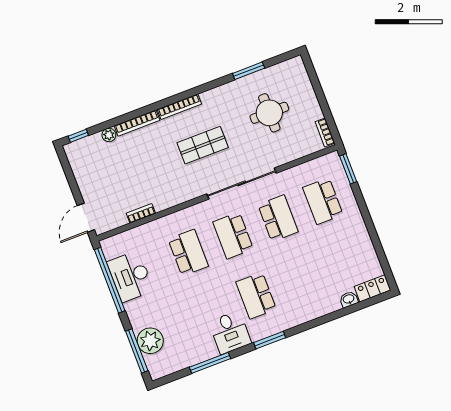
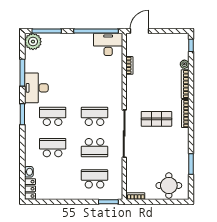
round table: (269, 113) -> (169, 186), moved
shop shelf: (203, 145) -> (156, 119), turned 90
door: (86, 218) -> (139, 31), hinge flipped
school desk: (188, 253) -> (53, 148), moved, turned 180
desk: (130, 276) -> (108, 44), moved
desk: (230, 332) -> (36, 88), width x1.37
plant: (150, 341) -> (33, 42), moved

